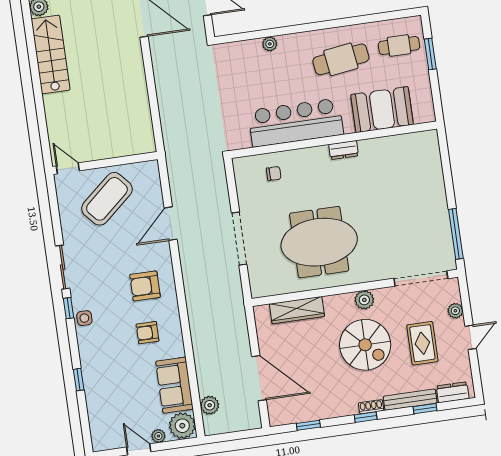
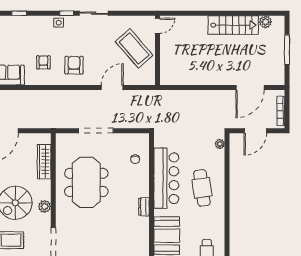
plant: (270, 44) -> (220, 144), moved
cafe table: (341, 59) -> (202, 188), moved
door: (171, 224) -> (112, 88), hinge flipped

